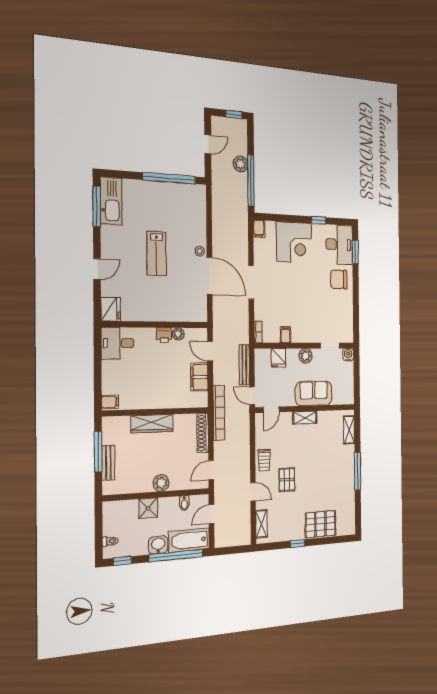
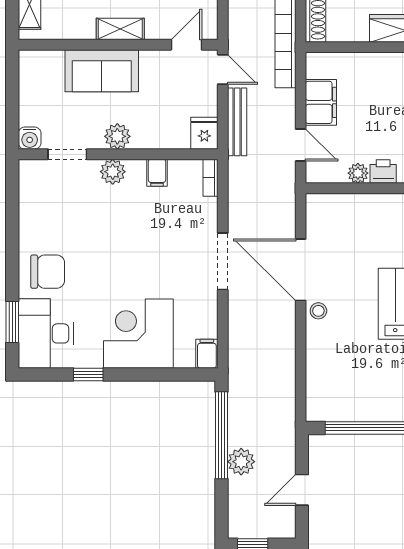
plant: (308, 336) -> (113, 172), added
fridge: (279, 358) -> (204, 133), moved

